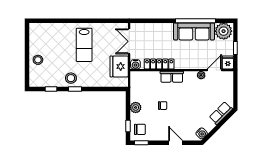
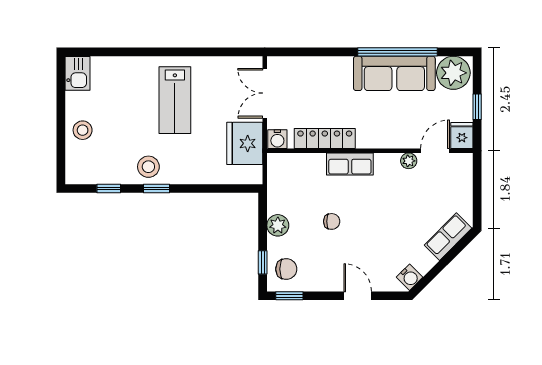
kitchen sink: (35, 31) -> (77, 73), added

